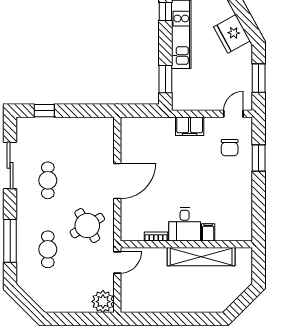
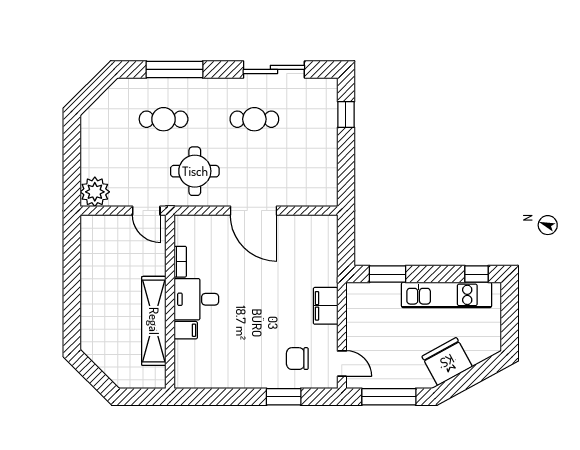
window: (259, 78) -> (389, 397), width x1.44
round table: (87, 226) -> (195, 171), turned 31

